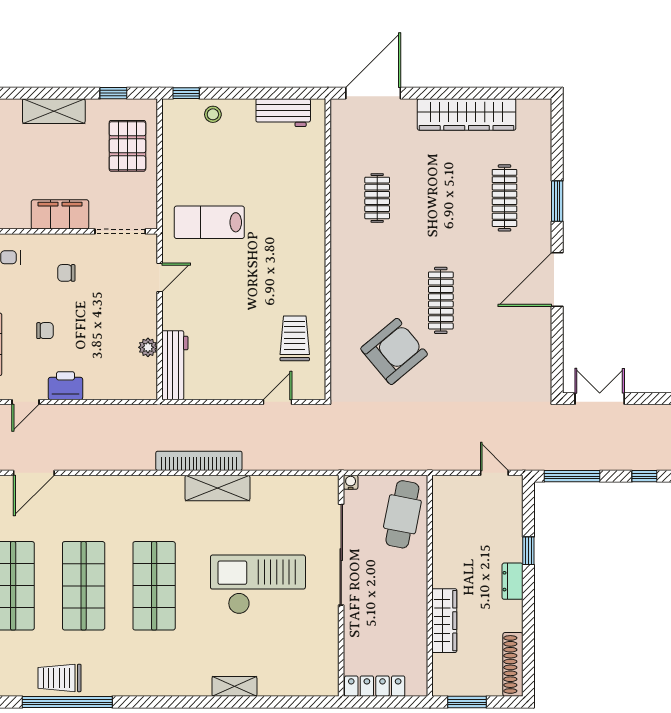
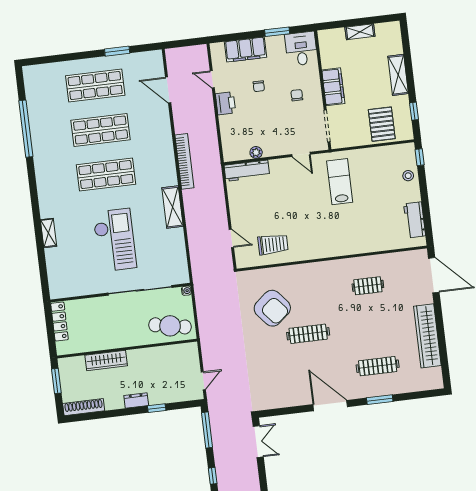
pallet: (127, 146) -> (382, 124), turned 90
bookcase: (199, 461) -> (184, 161), moved
trolley: (60, 678) -> (41, 122), removed

